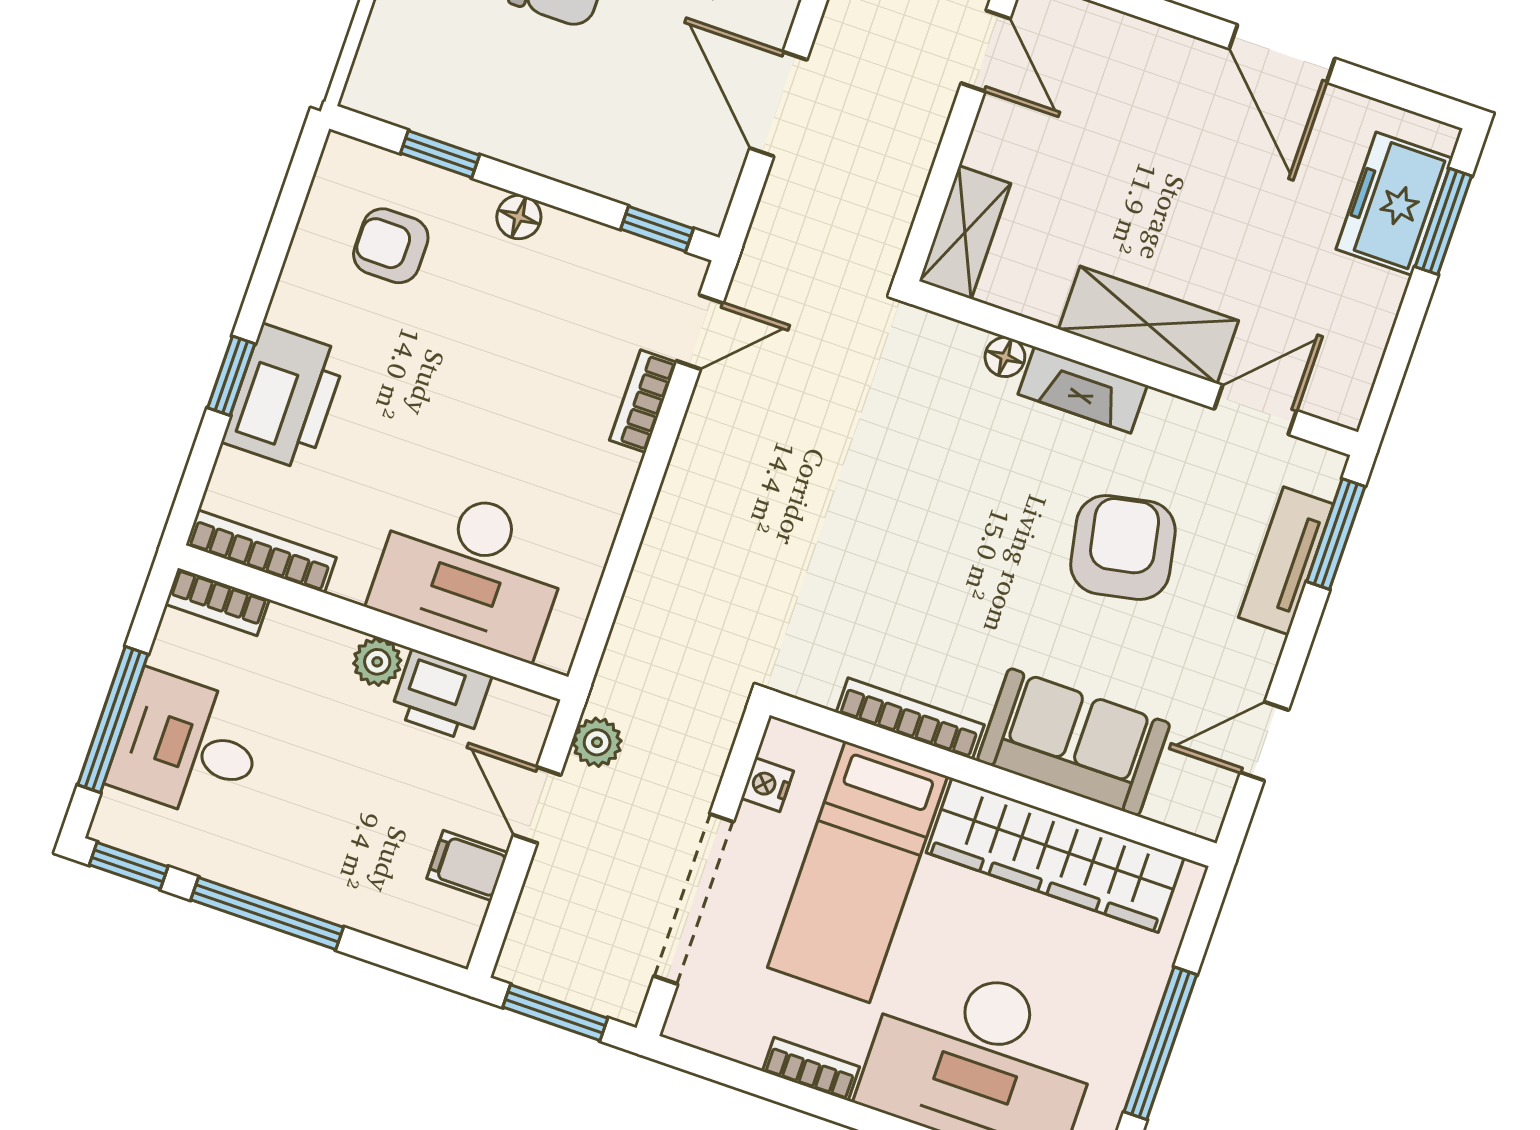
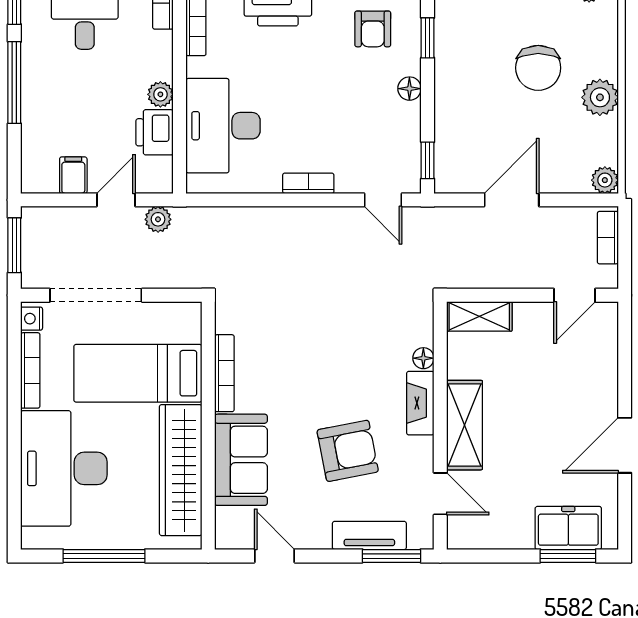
armchair: (391, 246) -> (373, 29), turned 180
bookcase: (643, 401) -> (308, 183), moved
nightstand: (767, 785) -> (32, 319), moved, turned -90
bookcase: (811, 1069) -> (30, 370), width x1.56

